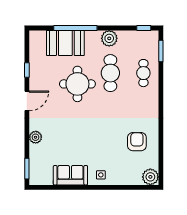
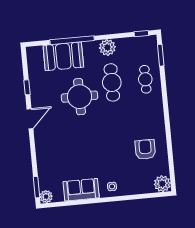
plant: (36, 137) -> (46, 197), moved

